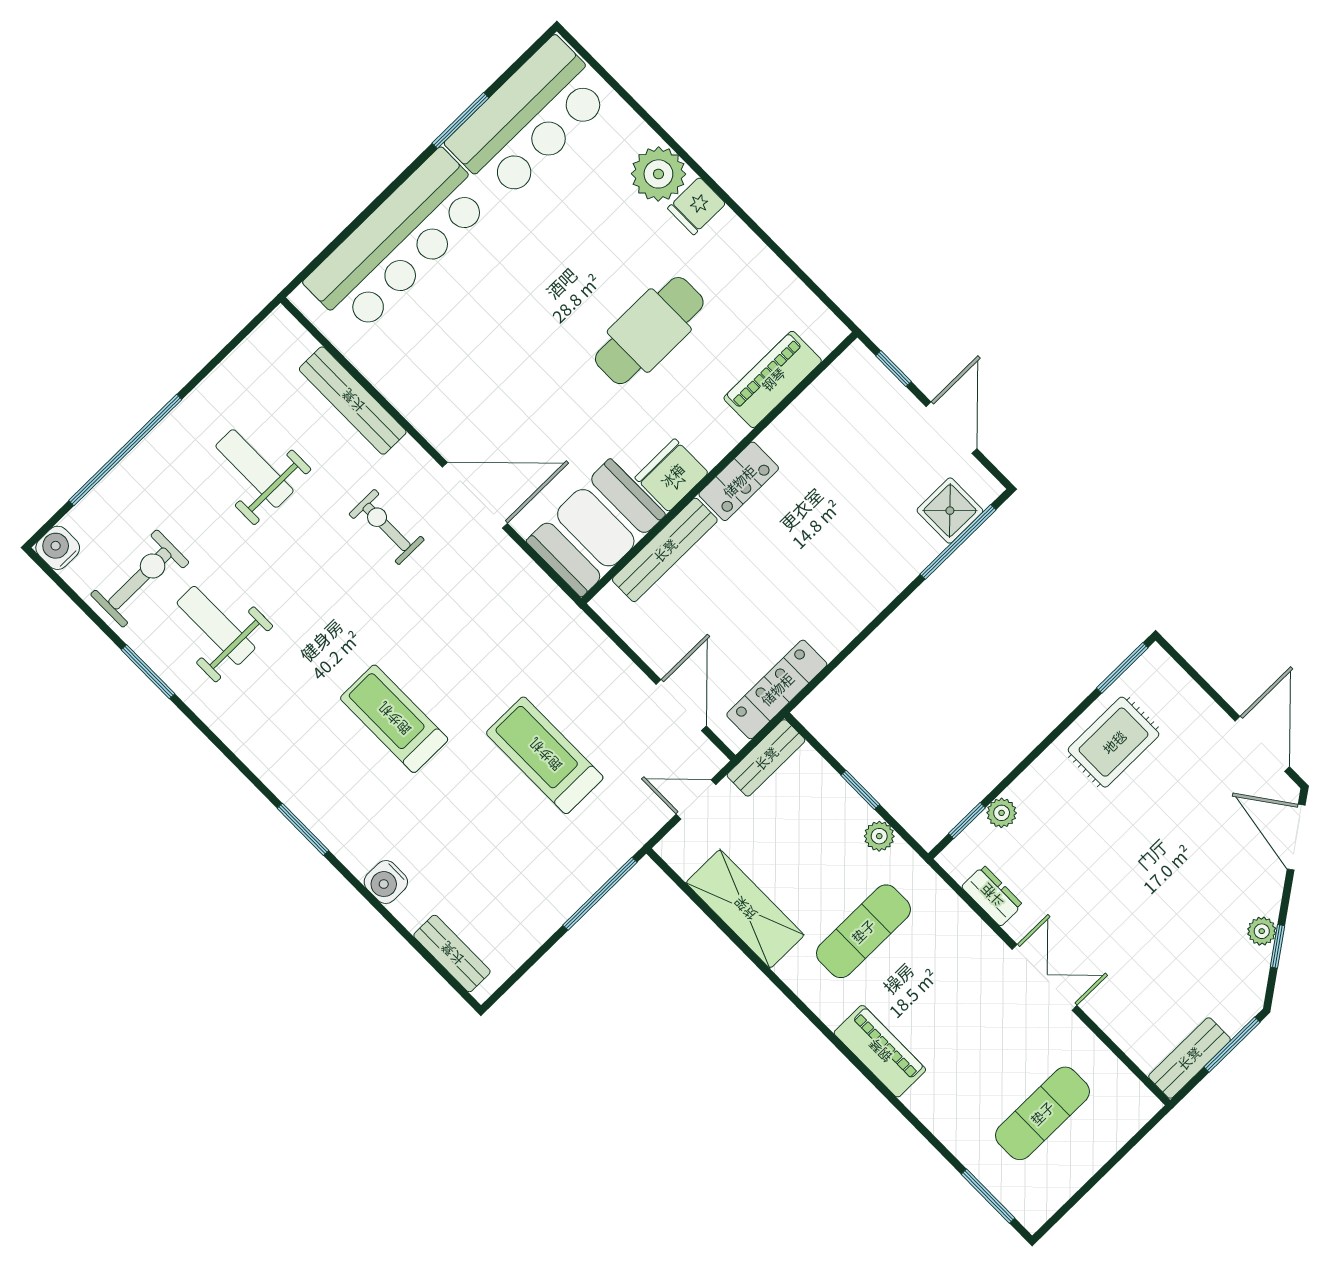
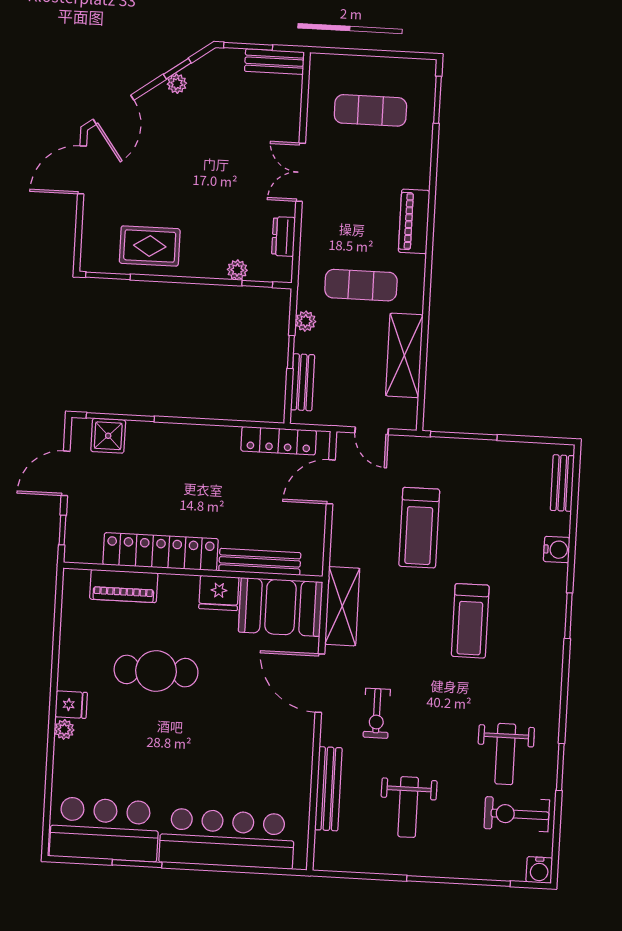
plant: (658, 174) -> (64, 729), width x0.53, depth x0.53
locker: (739, 481) -> (161, 552), width x2.16, depth x1.21
shelving: (536, 595) -> (342, 606), added
bench: (766, 758) -> (303, 382), moved, turned 90

